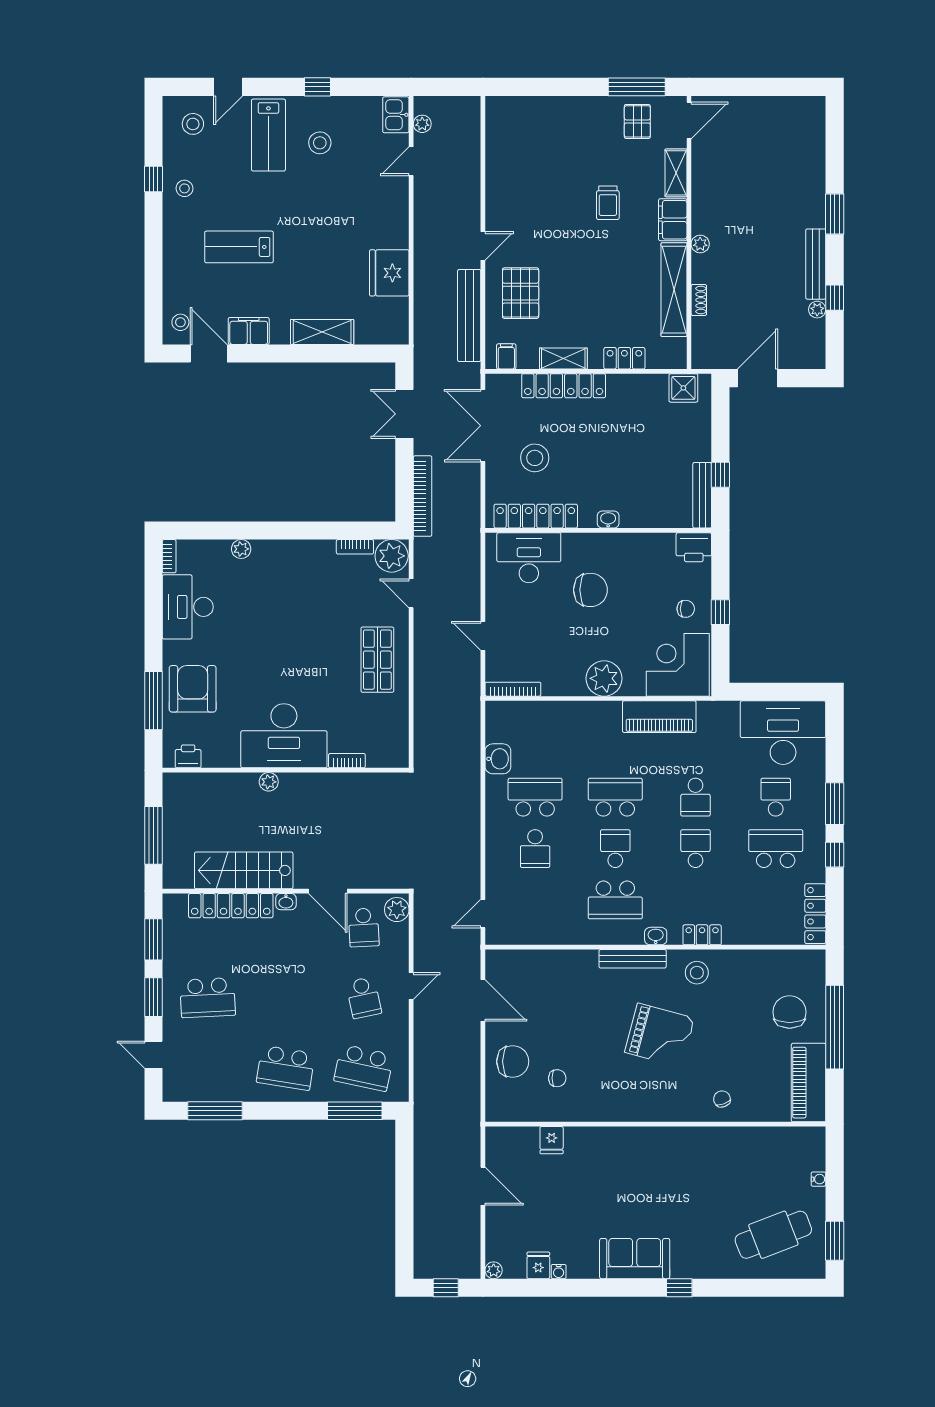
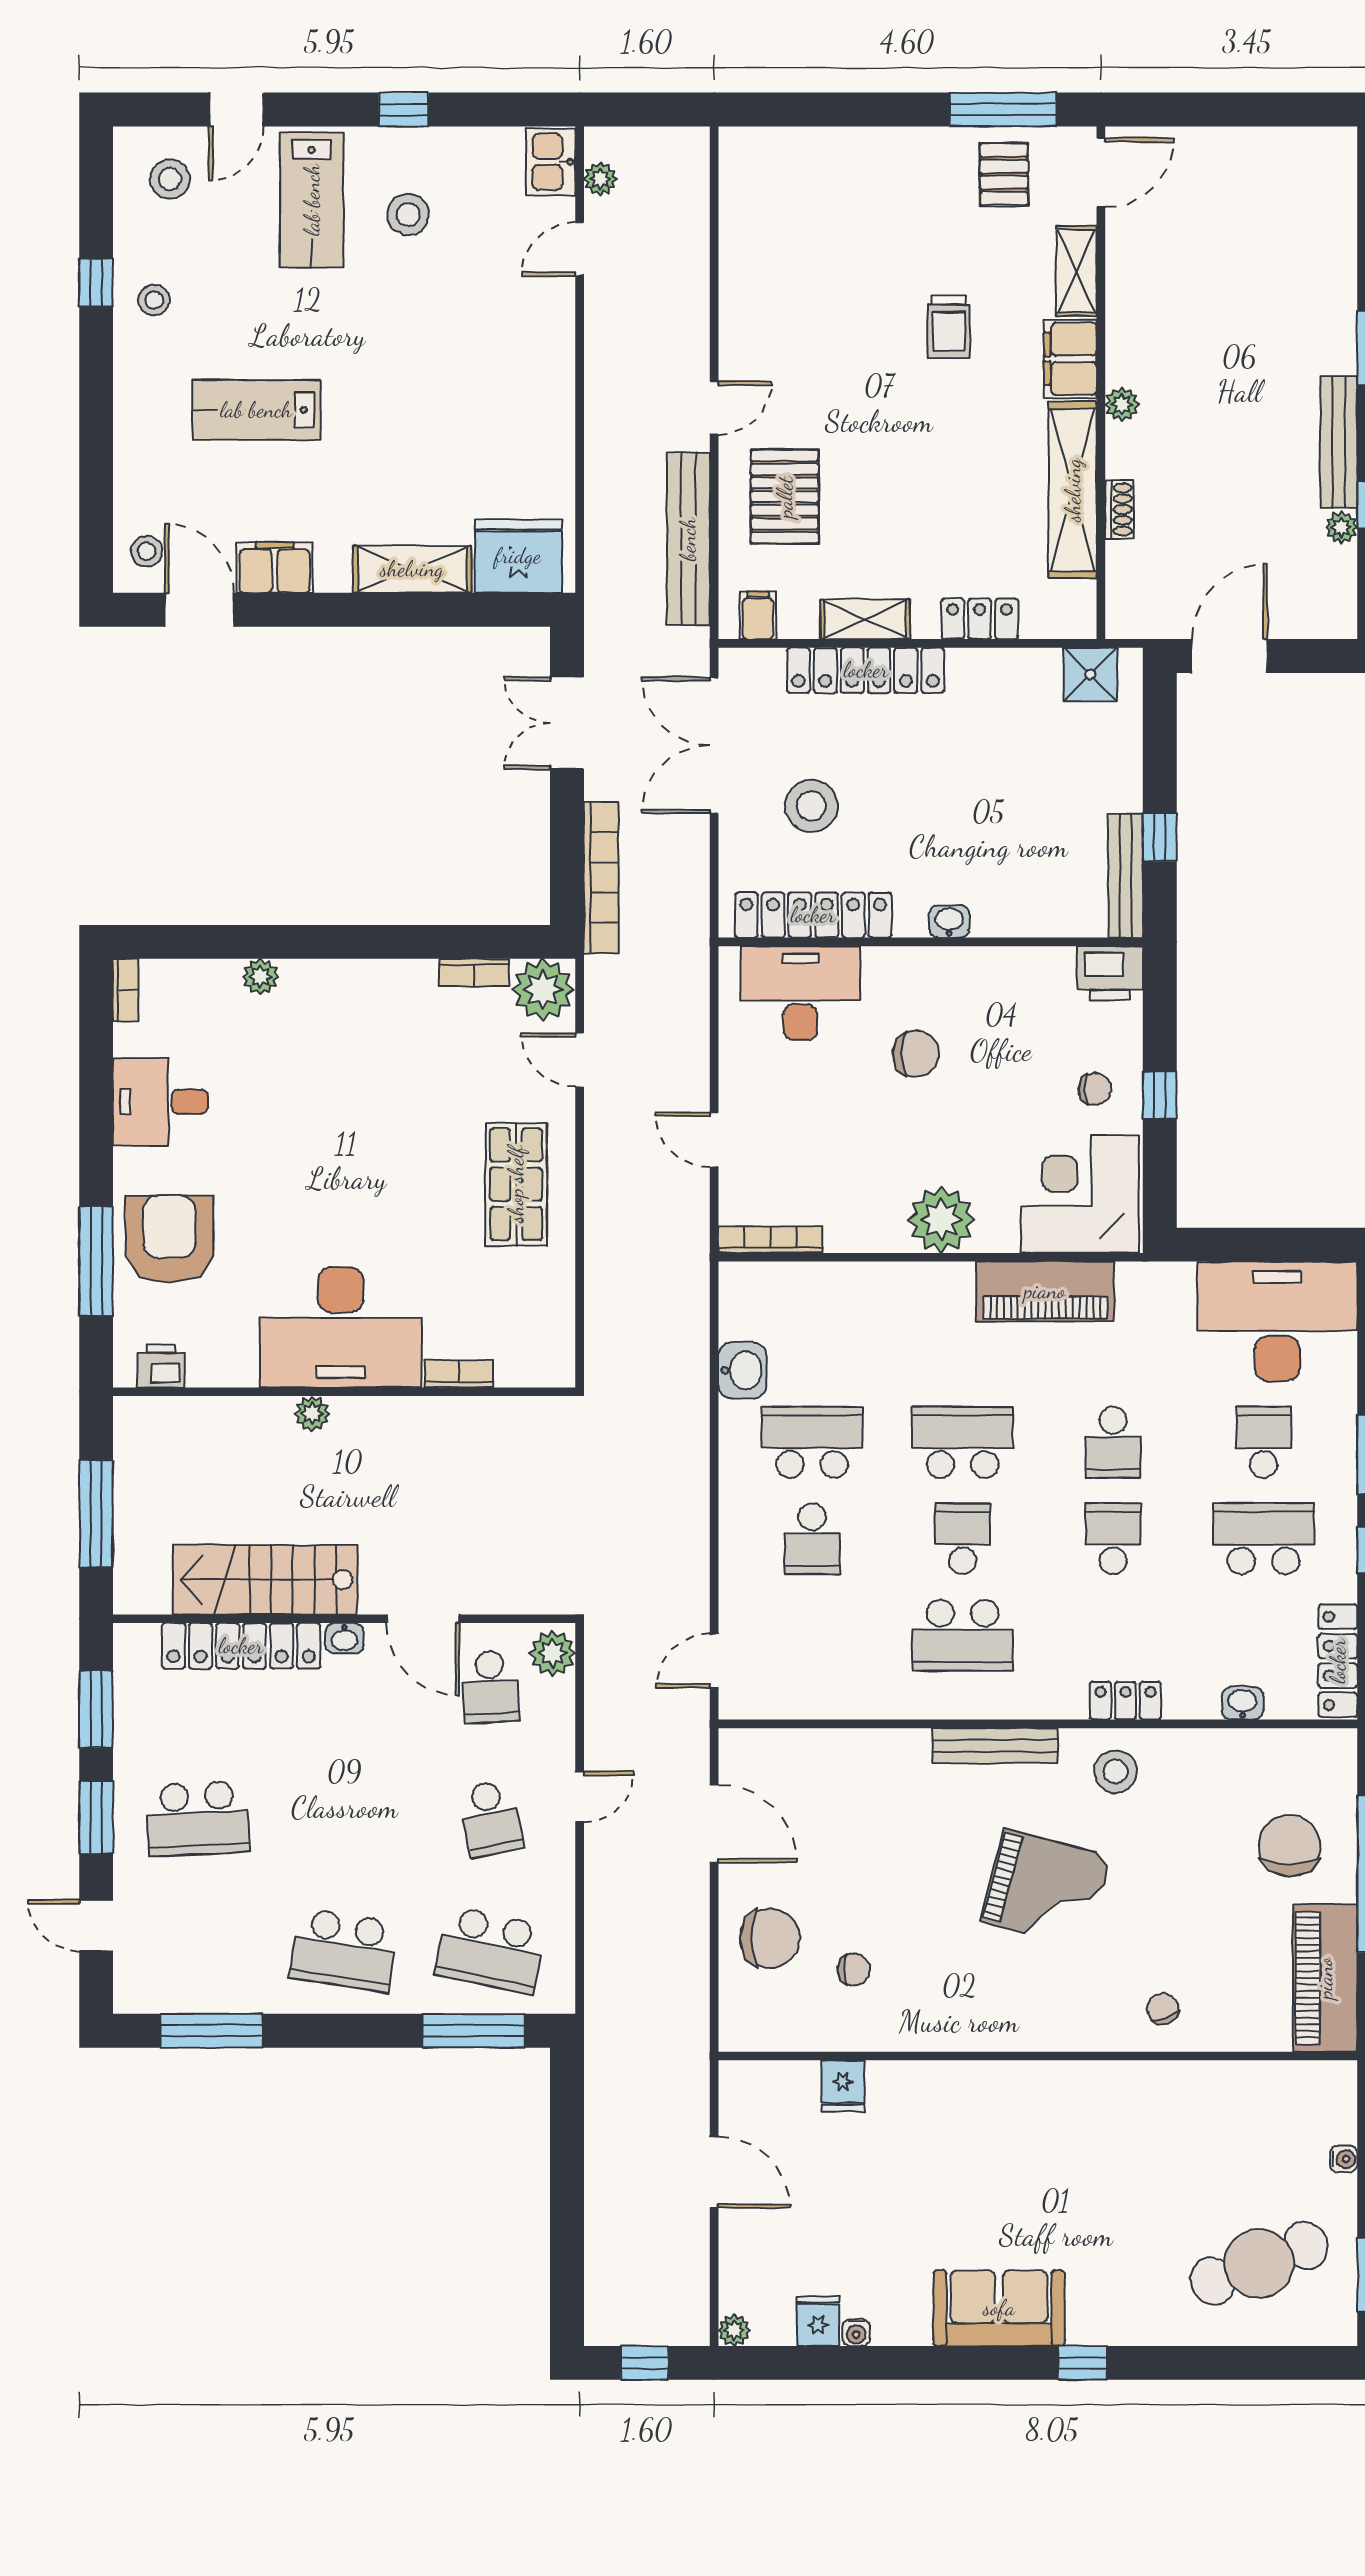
fridge: (389, 273) -> (518, 556), moved, turned 90
chair: (590, 590) -> (916, 1054), width x0.73, depth x0.73
desk: (188, 607) -> (160, 1102), width x0.73
washbasin: (656, 936) -> (1243, 1703), moved

